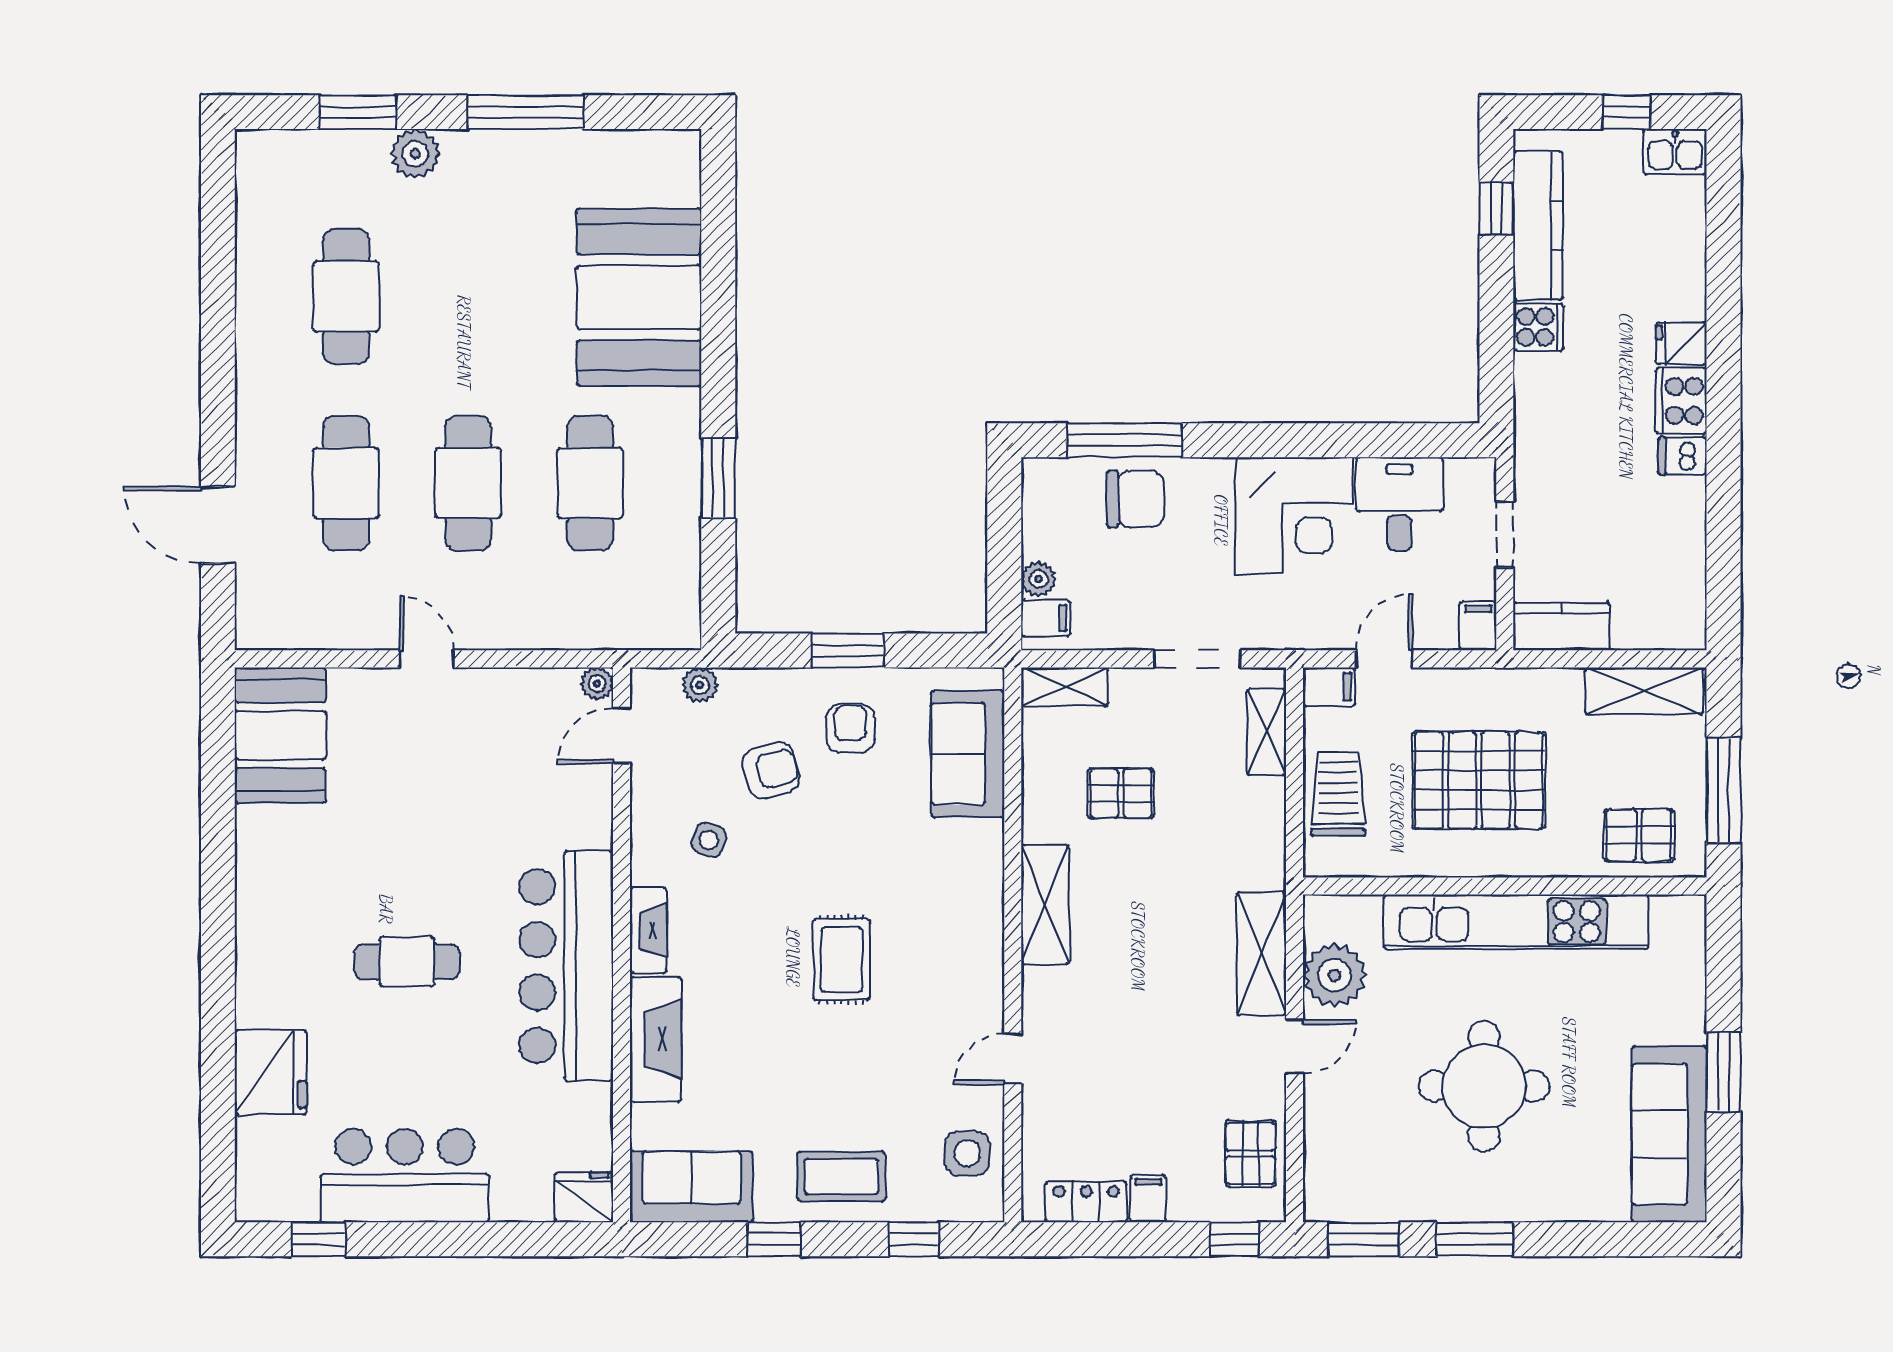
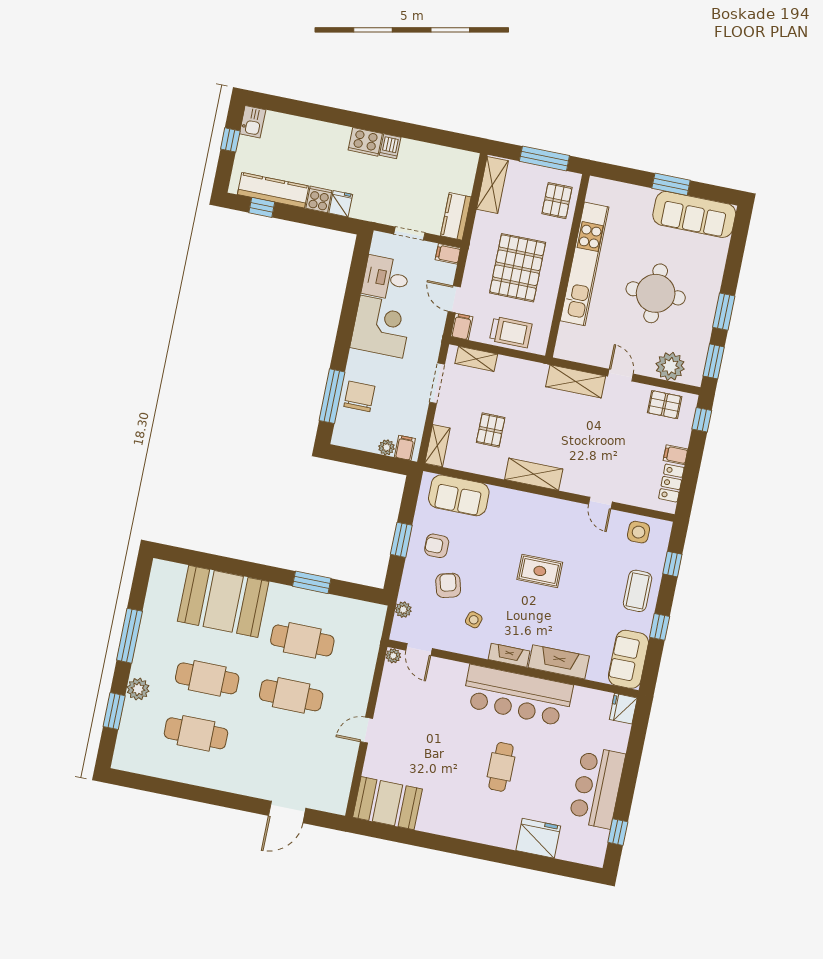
fridge: (1681, 343) -> (341, 204), moved, turned 180
cafe table: (346, 483) -> (207, 678), moved
trolley: (1338, 794) -> (511, 332), turned 180
plant: (1335, 975) -> (670, 366), moved

